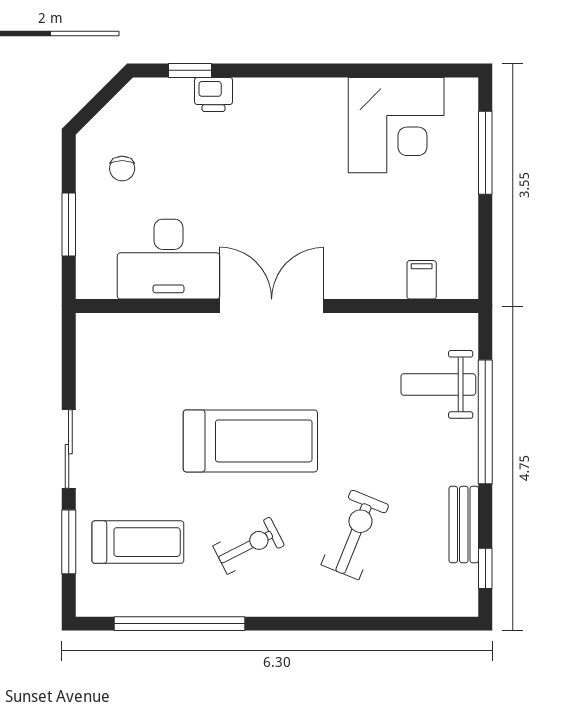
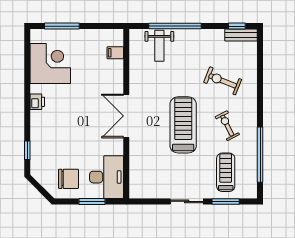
printer: (214, 94) -> (37, 102), moved
chair: (122, 169) -> (68, 179), width x1.87, depth x1.87
desk: (169, 259) -> (107, 177), moved
bench: (464, 525) -> (241, 35), moved

